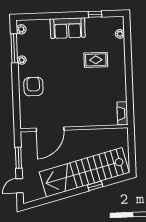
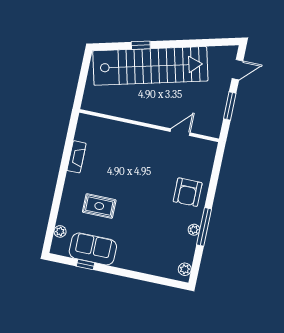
sofa: (68, 28) -> (93, 249), moved
window: (14, 48) -> (204, 227), moved
fireplace: (122, 113) -> (77, 157), moved
door: (50, 129) -> (180, 132), width x0.53

